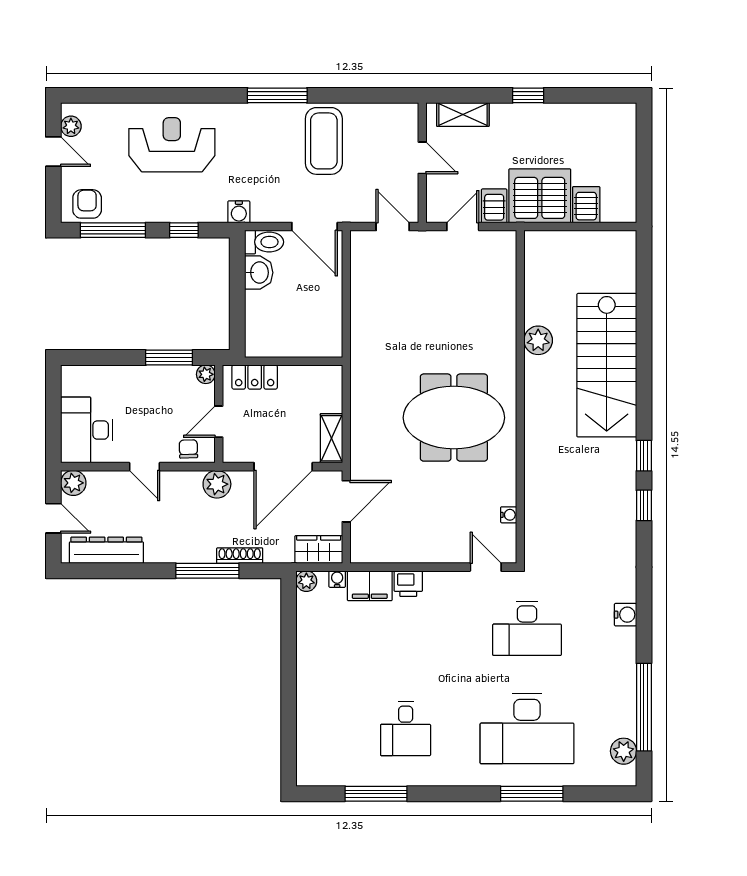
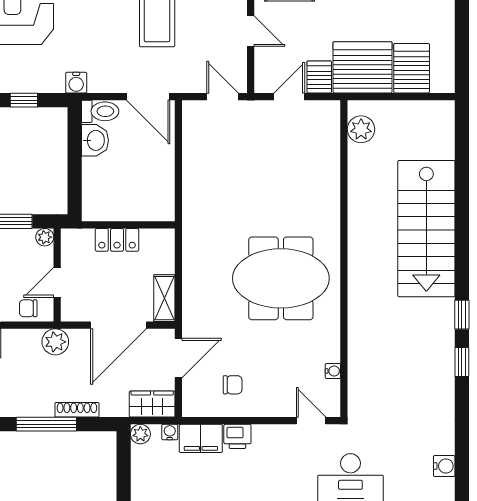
server rack: (586, 205) -> (412, 68), width x1.36, depth x1.44
plant: (538, 340) -> (361, 129), moved
locker: (255, 377) -> (117, 240), moved
chair: (188, 449) -> (28, 308), turned -88
chair: (403, 529) -> (233, 385), added

